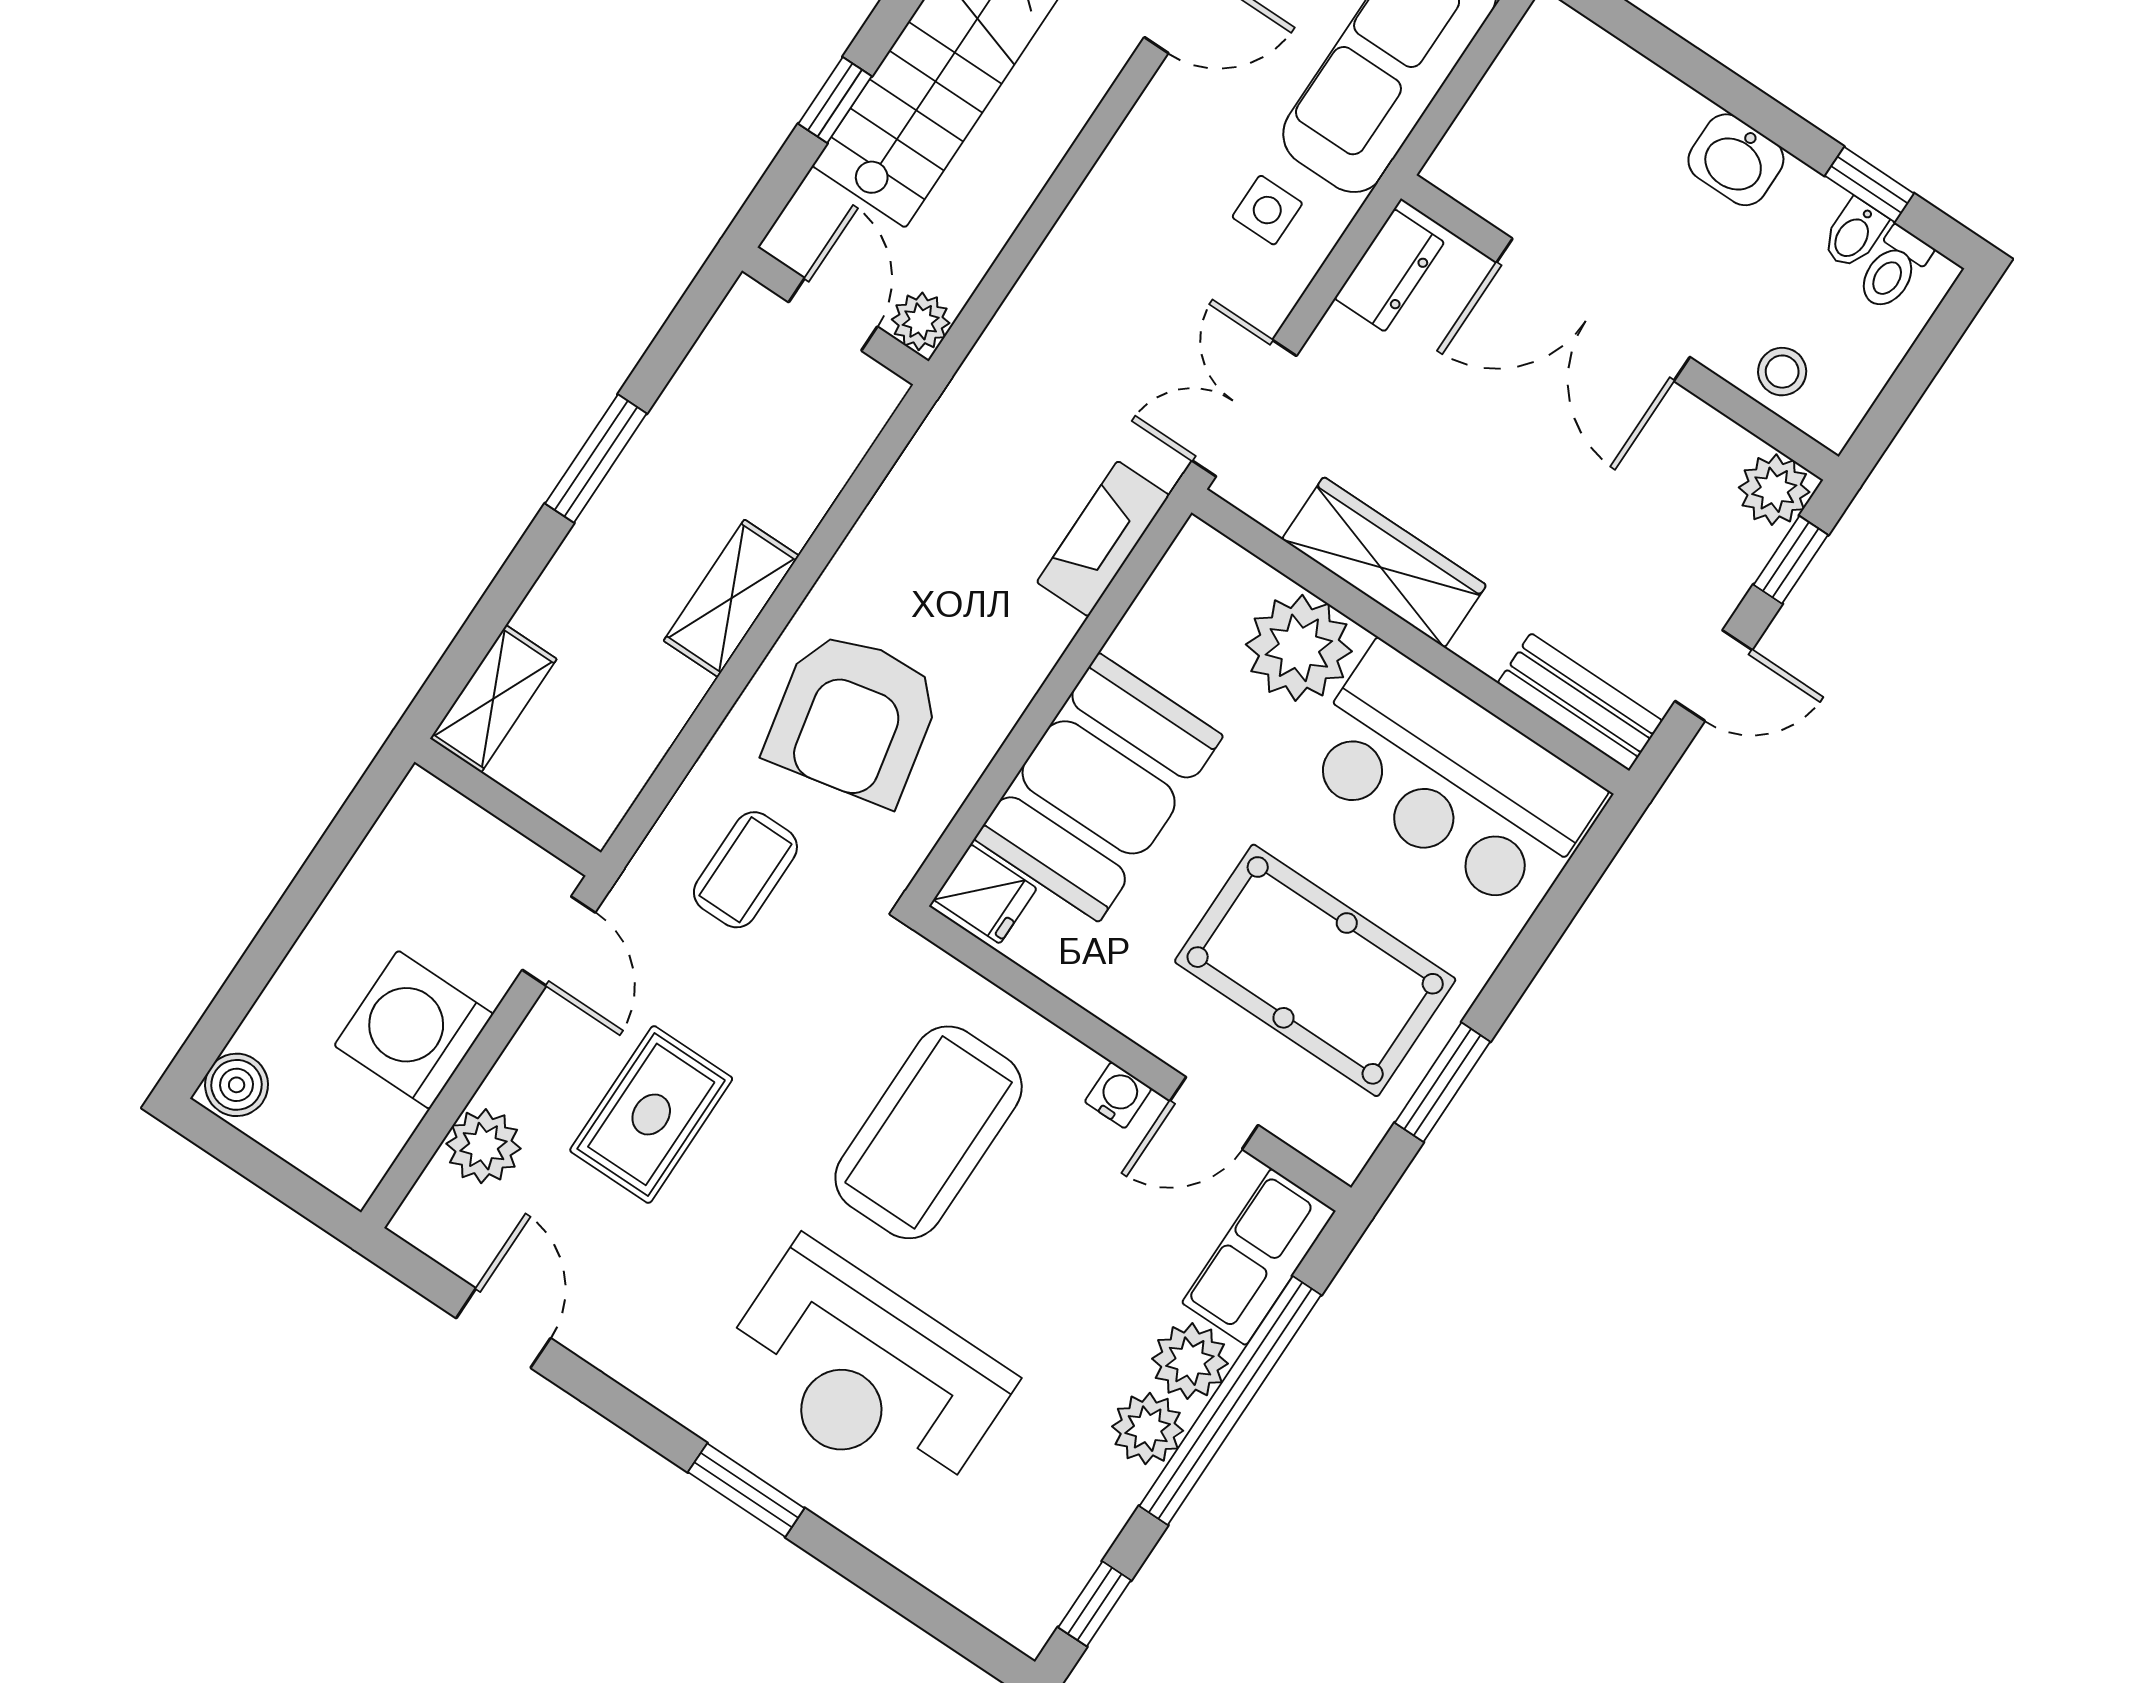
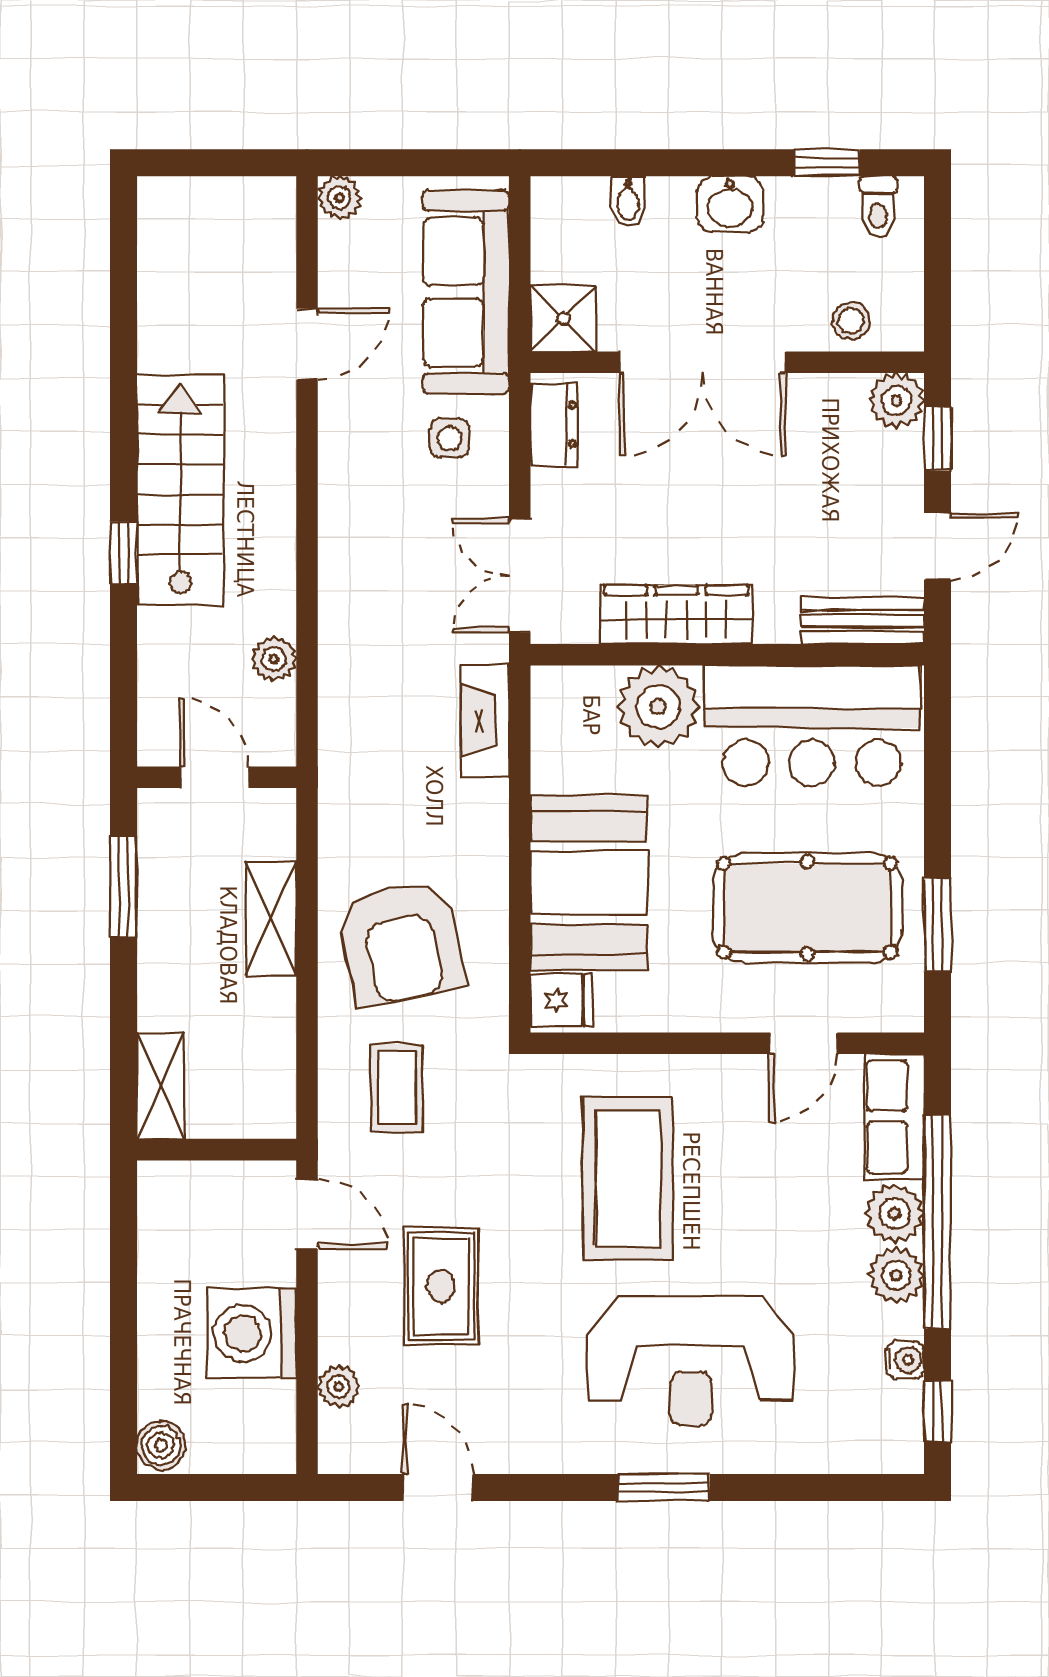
shower: (1476, 163) -> (564, 318), added
bidet: (1854, 234) -> (628, 201), moved
door: (833, 314) -> (214, 777), moved
wall: (835, 316) -> (217, 777), moved
water cooler: (1118, 1095) -> (905, 1360), moved, turned 90
plant: (484, 1146) -> (339, 1387), width x0.73, depth x0.73

